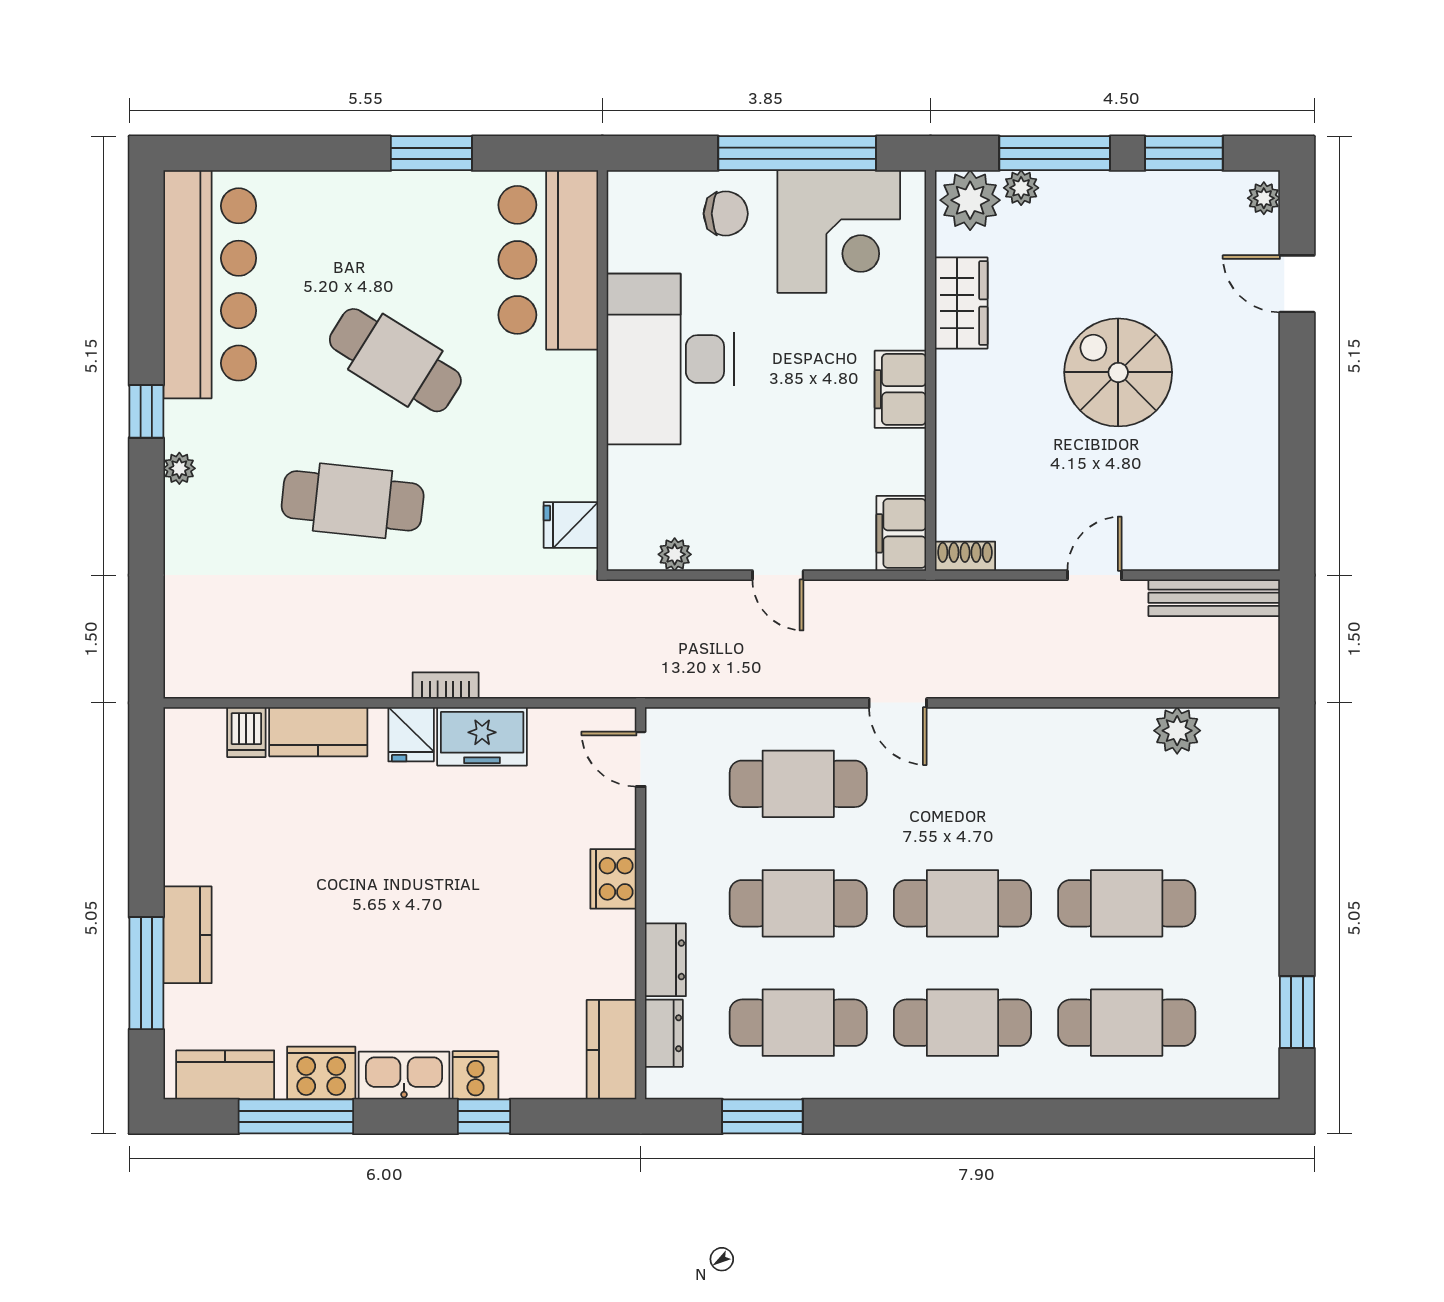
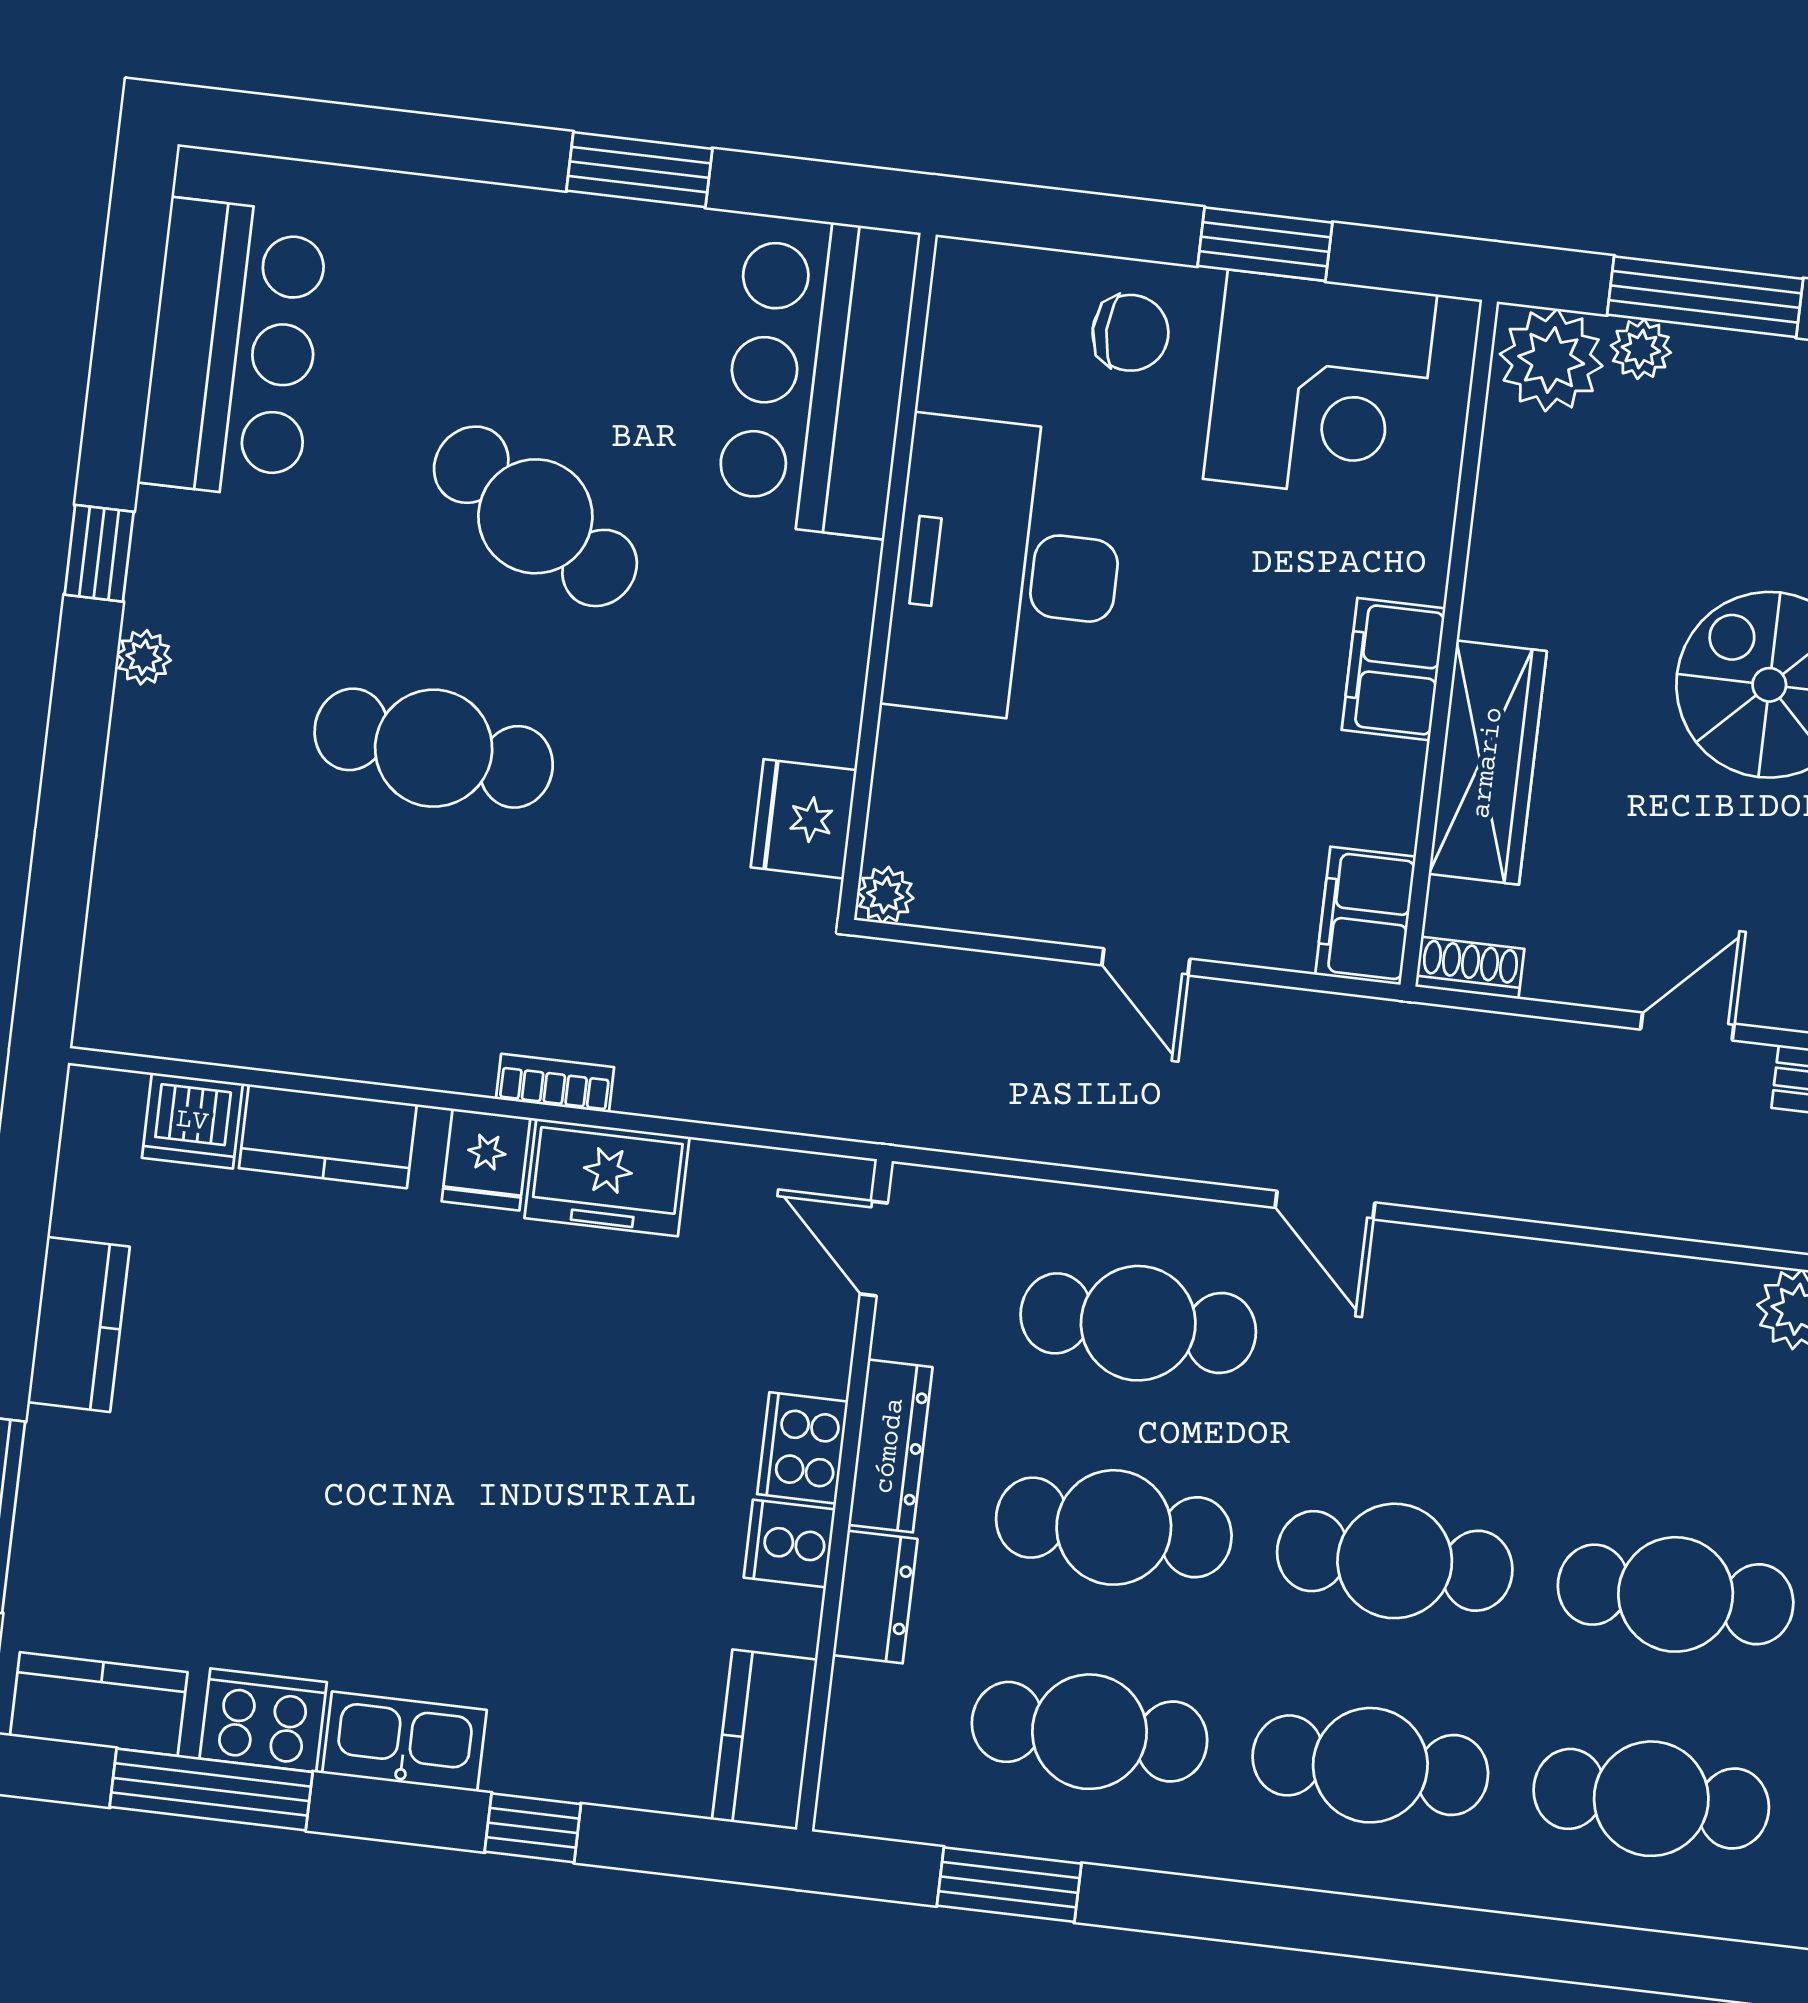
window: (797, 153) -> (1265, 244), width x0.47
bar counter: (210, 284) -> (234, 349), width x0.73
wardrobe: (961, 303) -> (1488, 763), moved, width x1.50
fridge: (571, 525) -> (804, 819), width x1.38
plant: (675, 554) -> (885, 895), moved
dishwasher: (246, 732) -> (192, 1121), width x1.38
kitchen counter: (188, 935) -> (79, 1324), moved
dresser: (664, 1033) -> (890, 1446), moved, width x1.44
cooker: (476, 1075) -> (789, 1544), moved, turned -90

